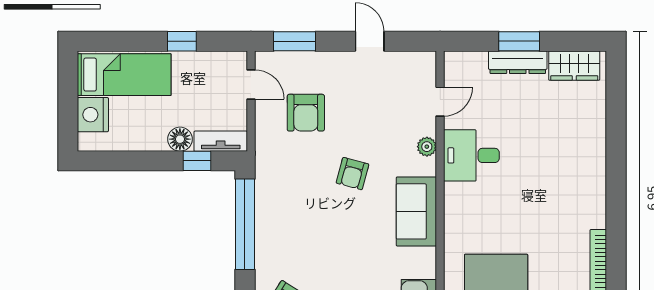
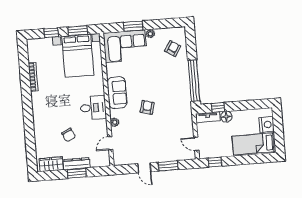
window: (182, 41) -> (215, 162), moved
window: (295, 41) -> (168, 166), moved
armchair: (306, 113) -> (171, 133), removed
chair: (530, 127) -> (69, 135), added
desk: (471, 155) -> (93, 108), moved

